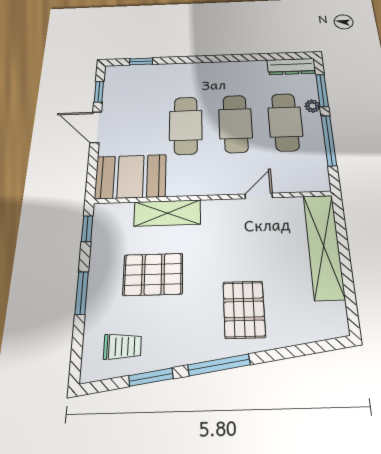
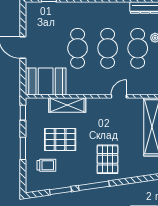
window: (99, 92) -> (23, 21), removed
trolley: (122, 346) -> (46, 165), moved

